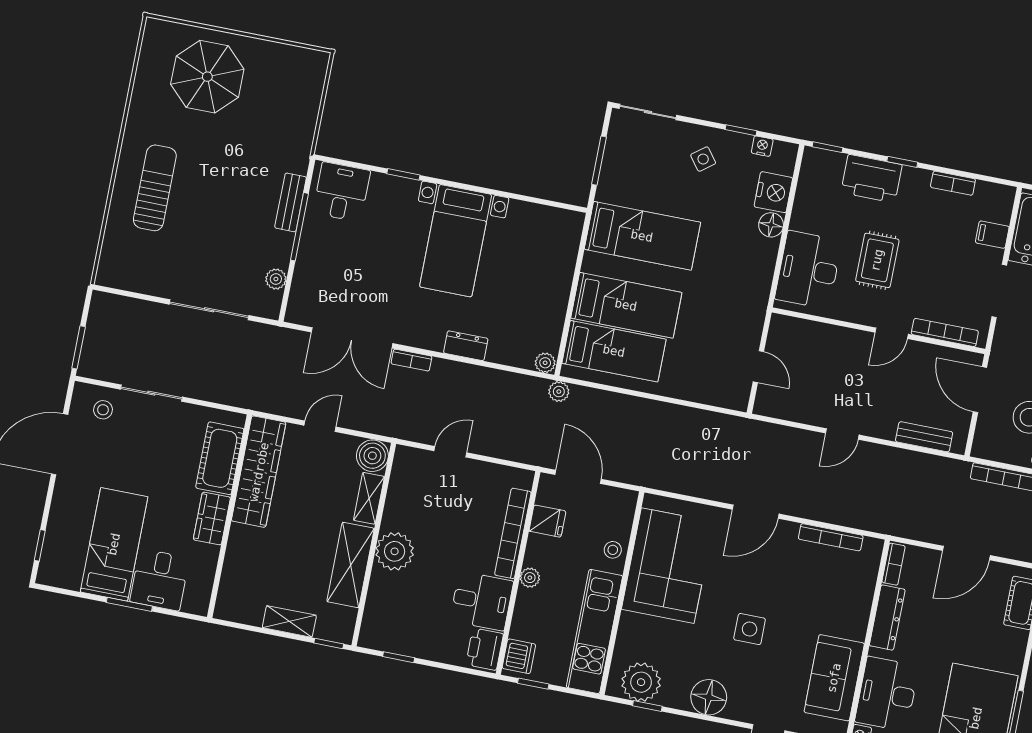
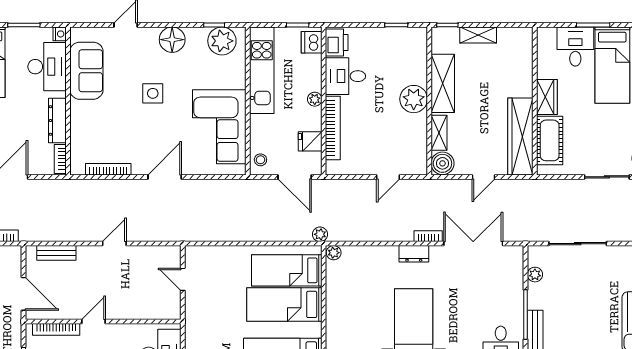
dresser: (466, 346) -> (414, 254), moved
stool: (613, 550) -> (260, 160), moved

